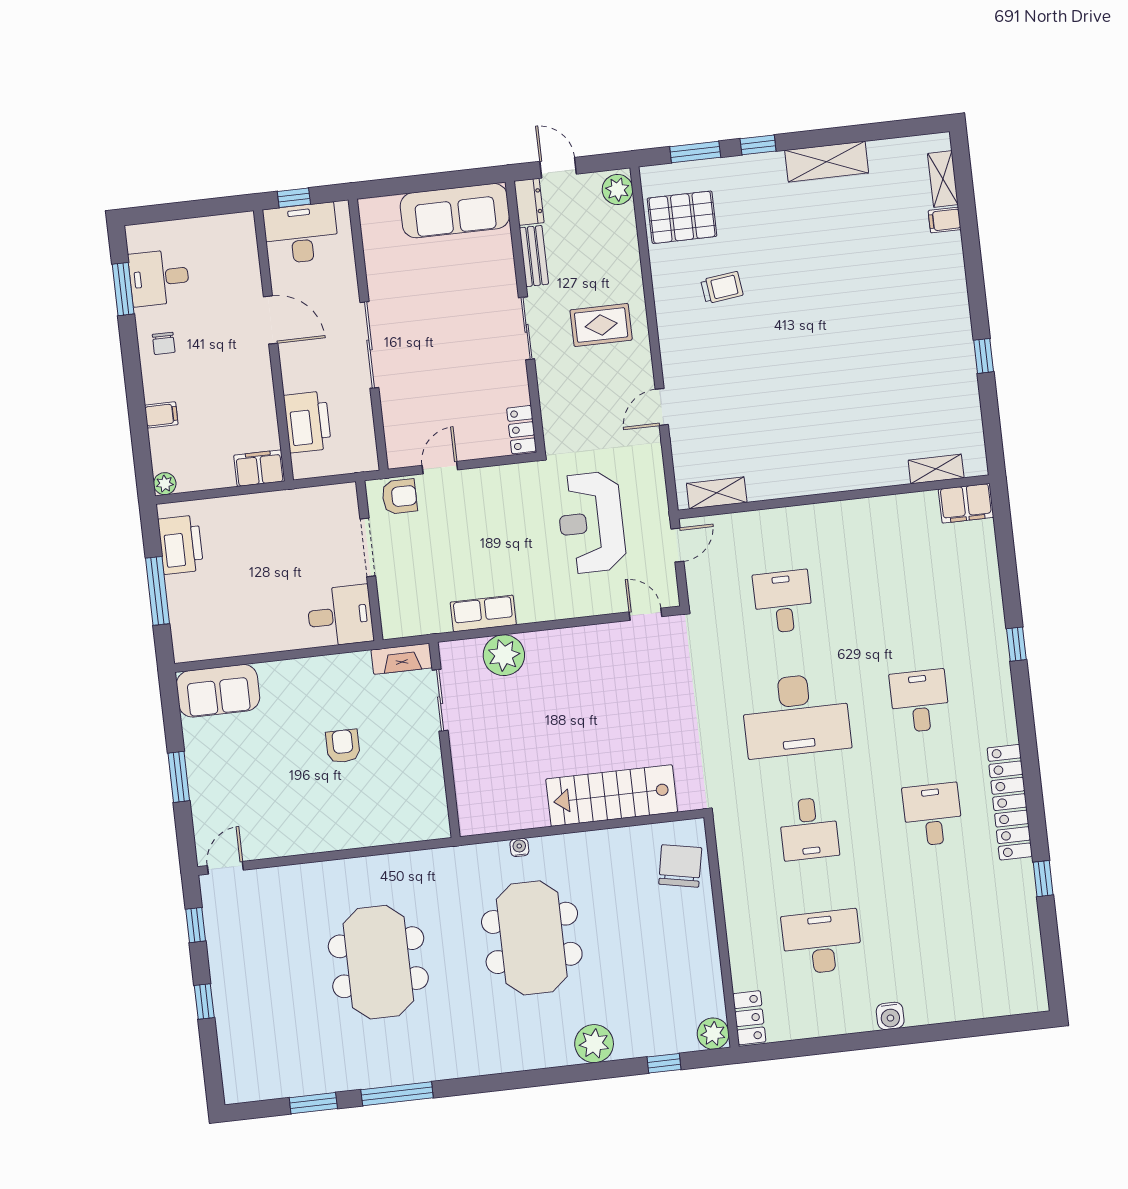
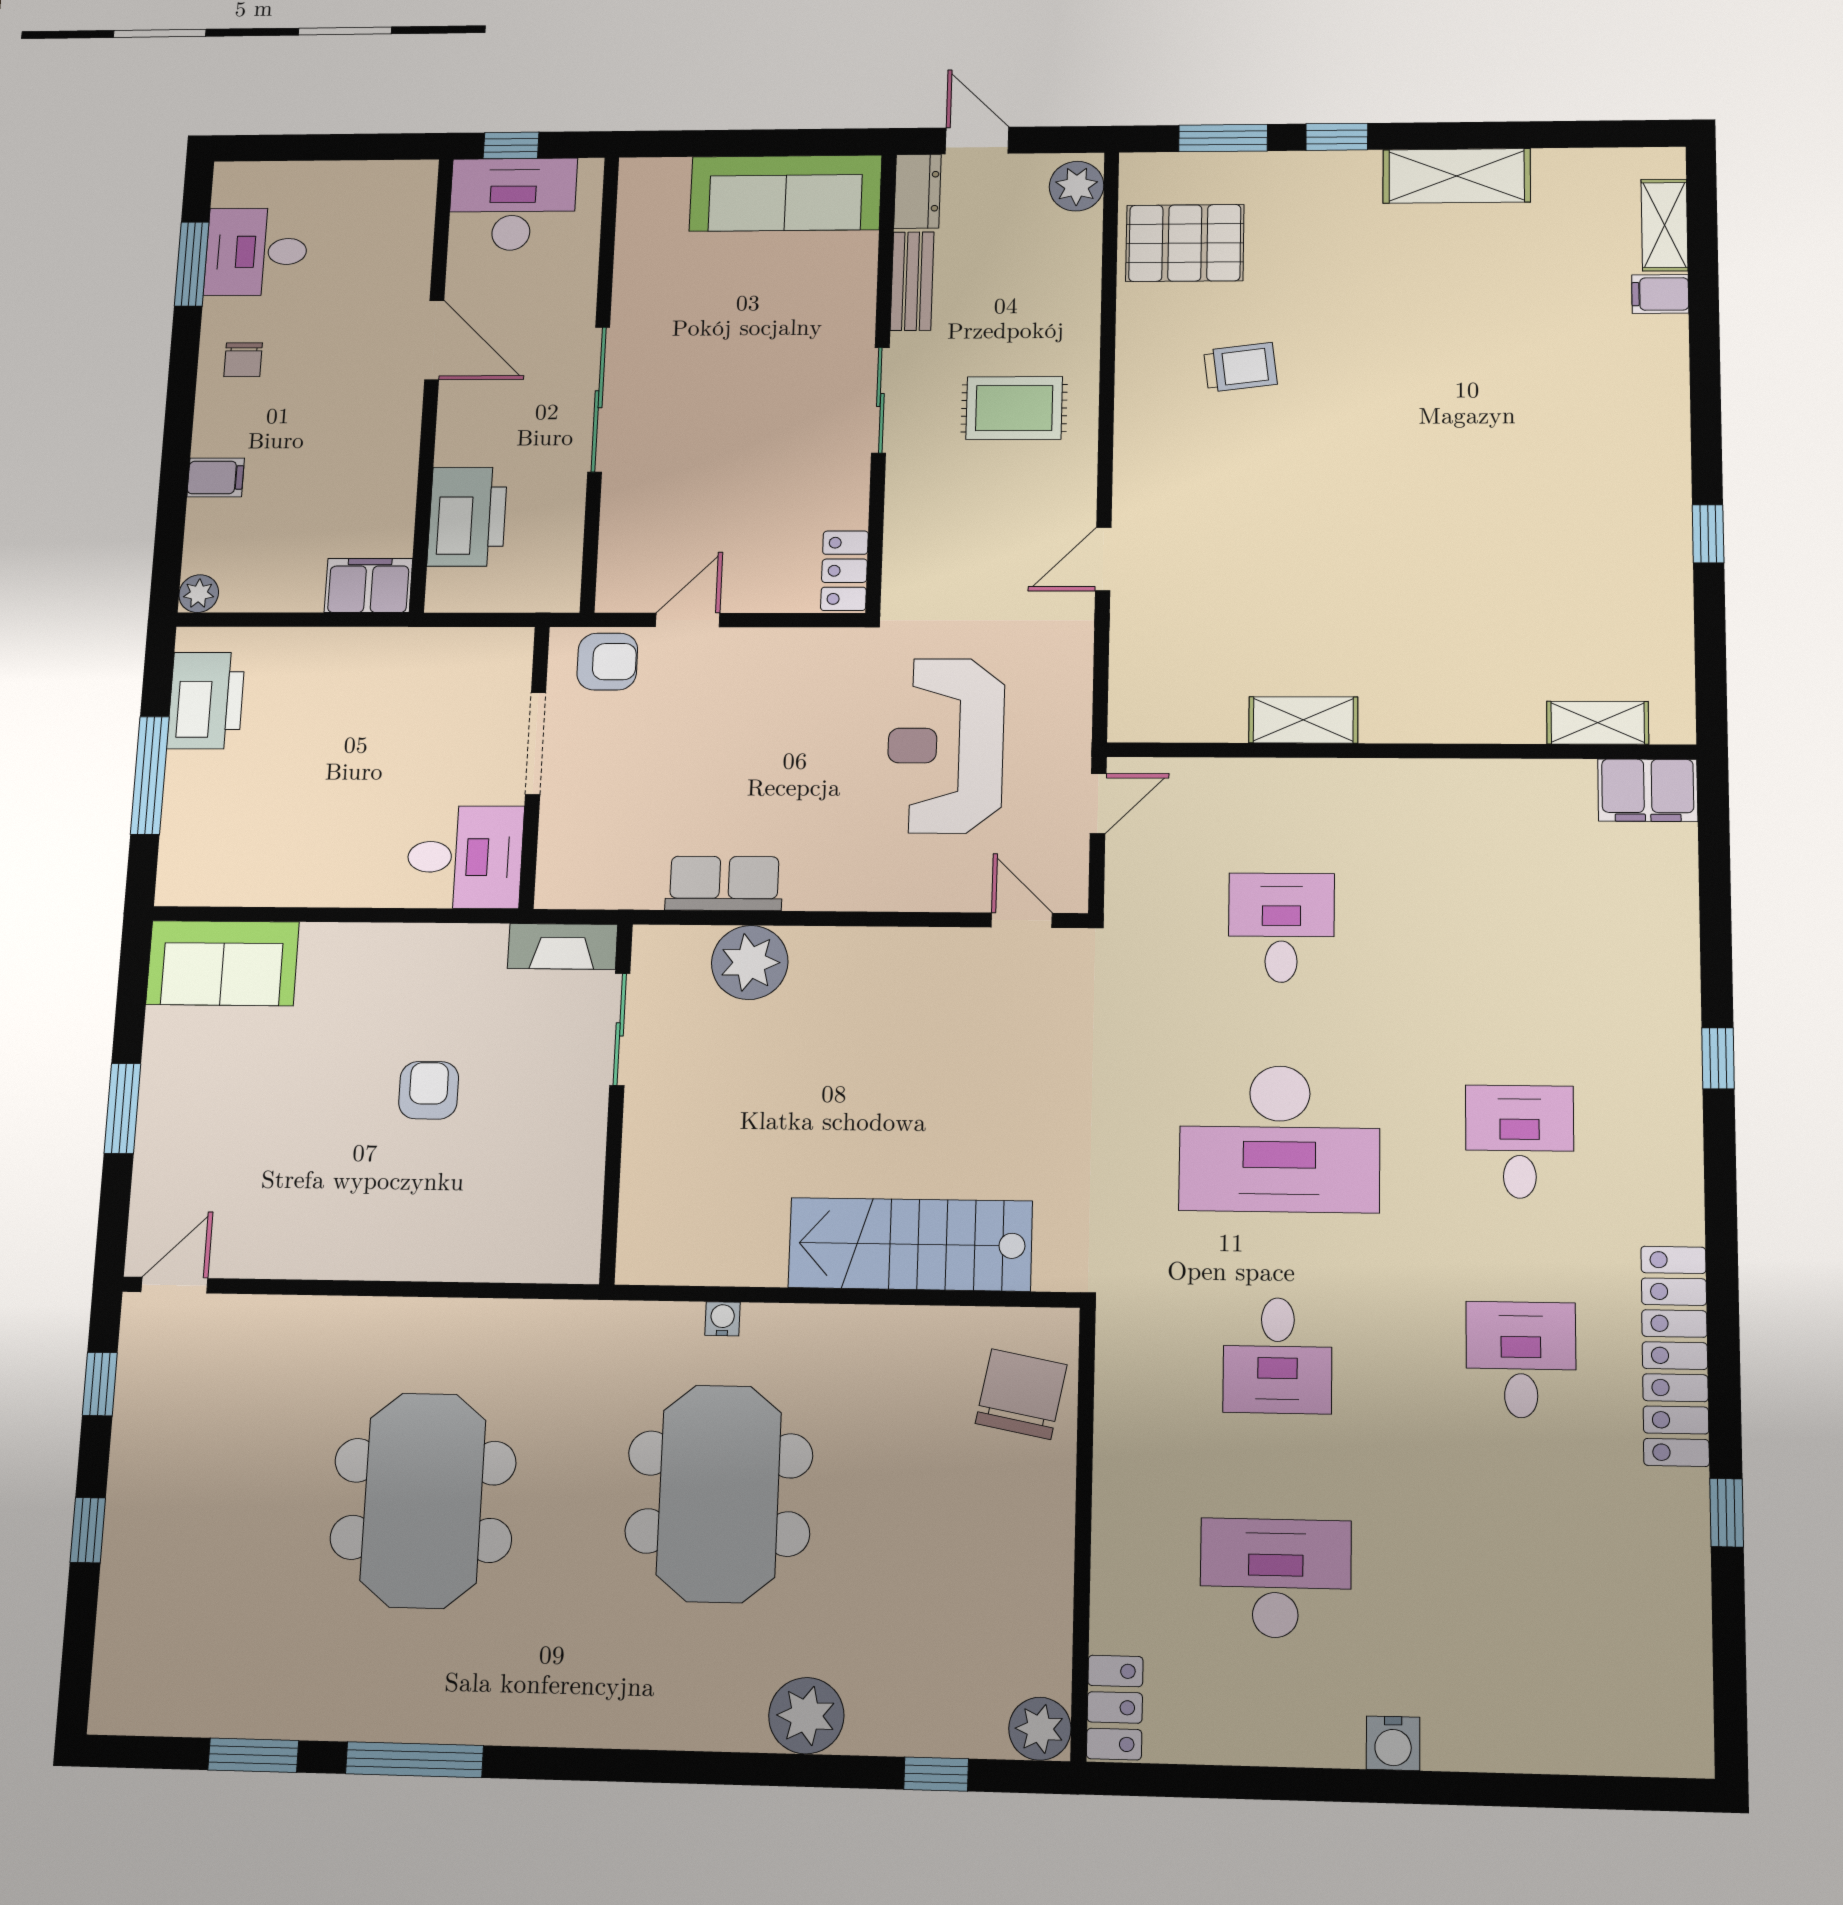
shelving: (717, 493) -> (1303, 720), moved

